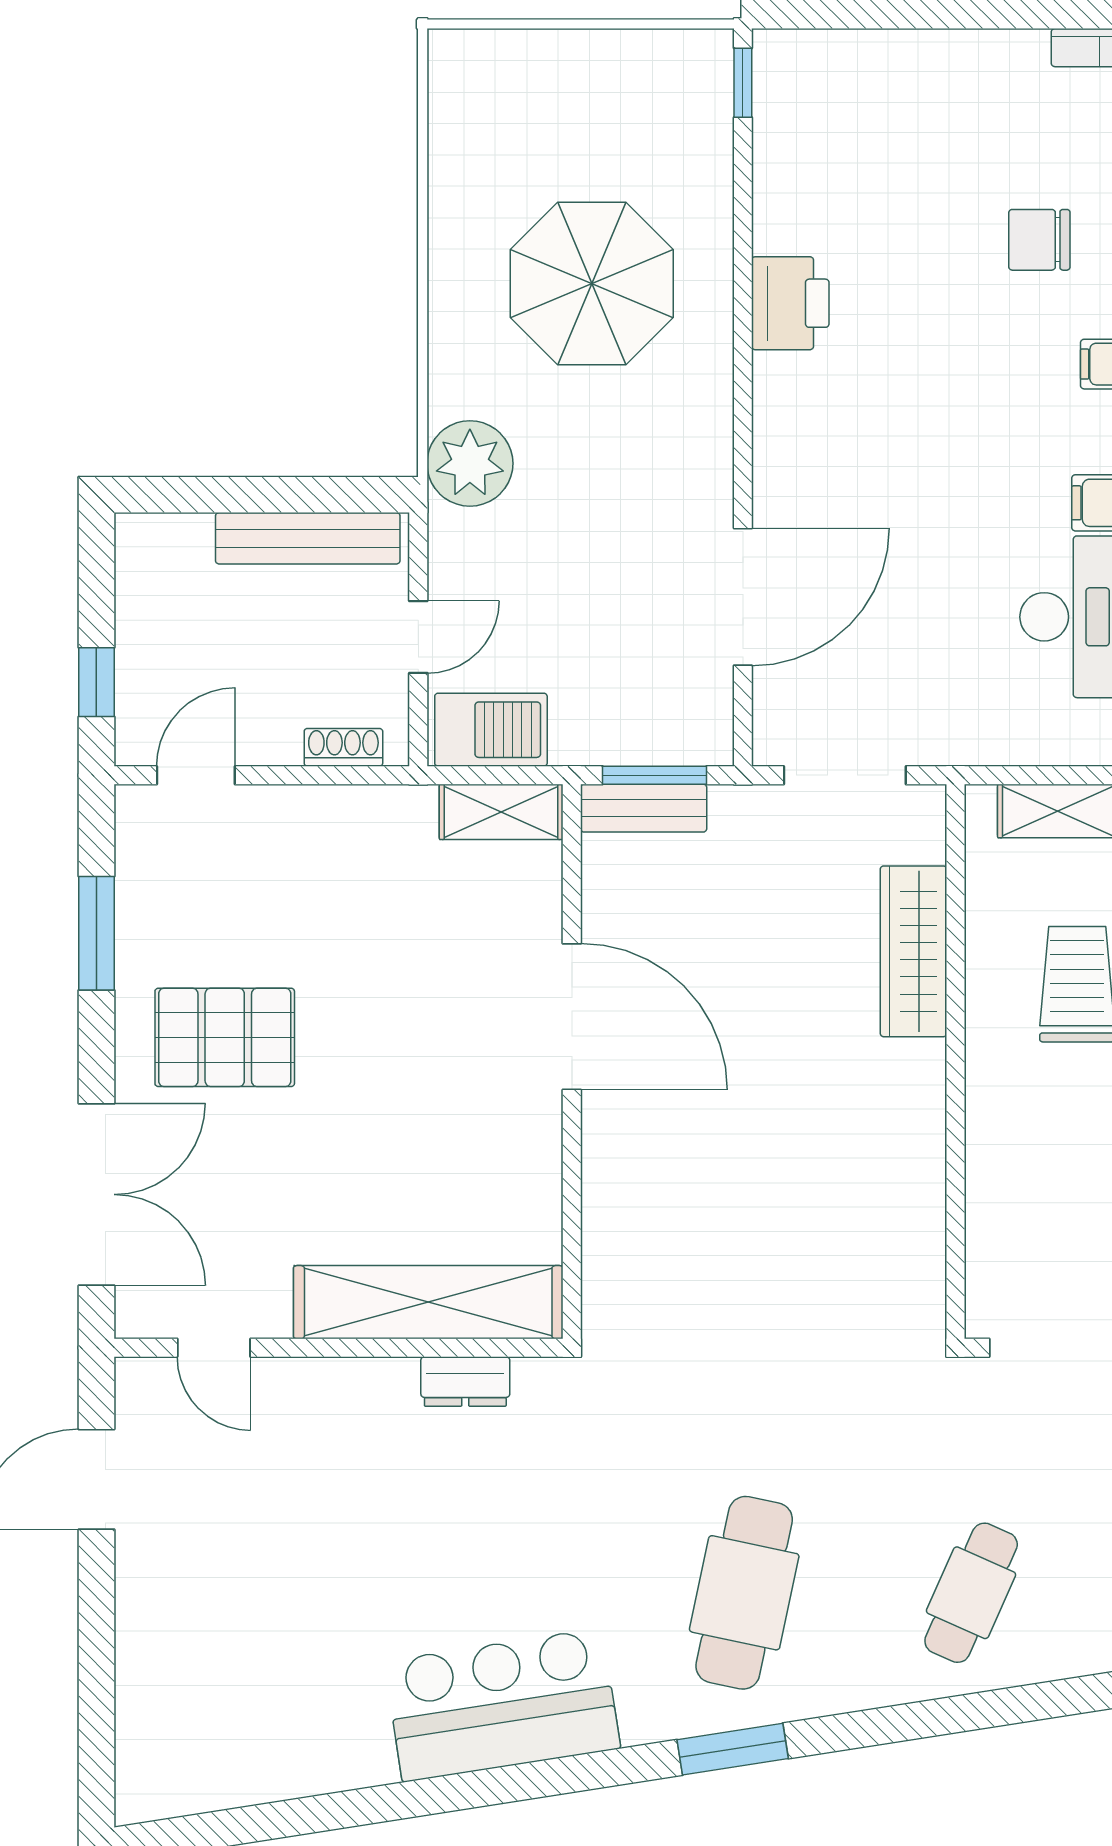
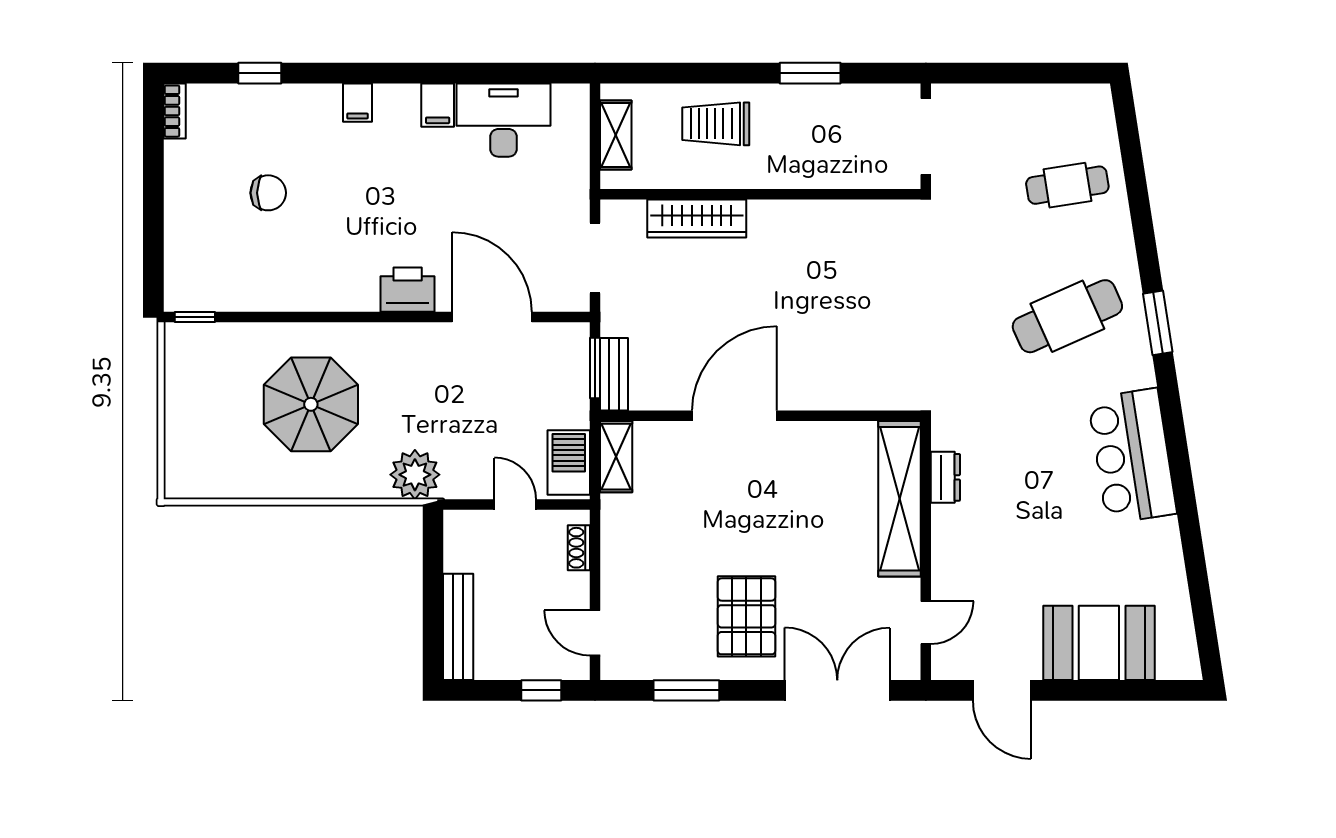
chair: (1039, 240) -> (268, 193), moved, turned -90
printer: (790, 303) -> (408, 290), moved
bench: (308, 538) -> (458, 627), moved
cafe table: (744, 1593) -> (1067, 316), turned -36
cafe table: (971, 1593) -> (1067, 185), turned -33
booth: (179, 1647) -> (1099, 643), added

